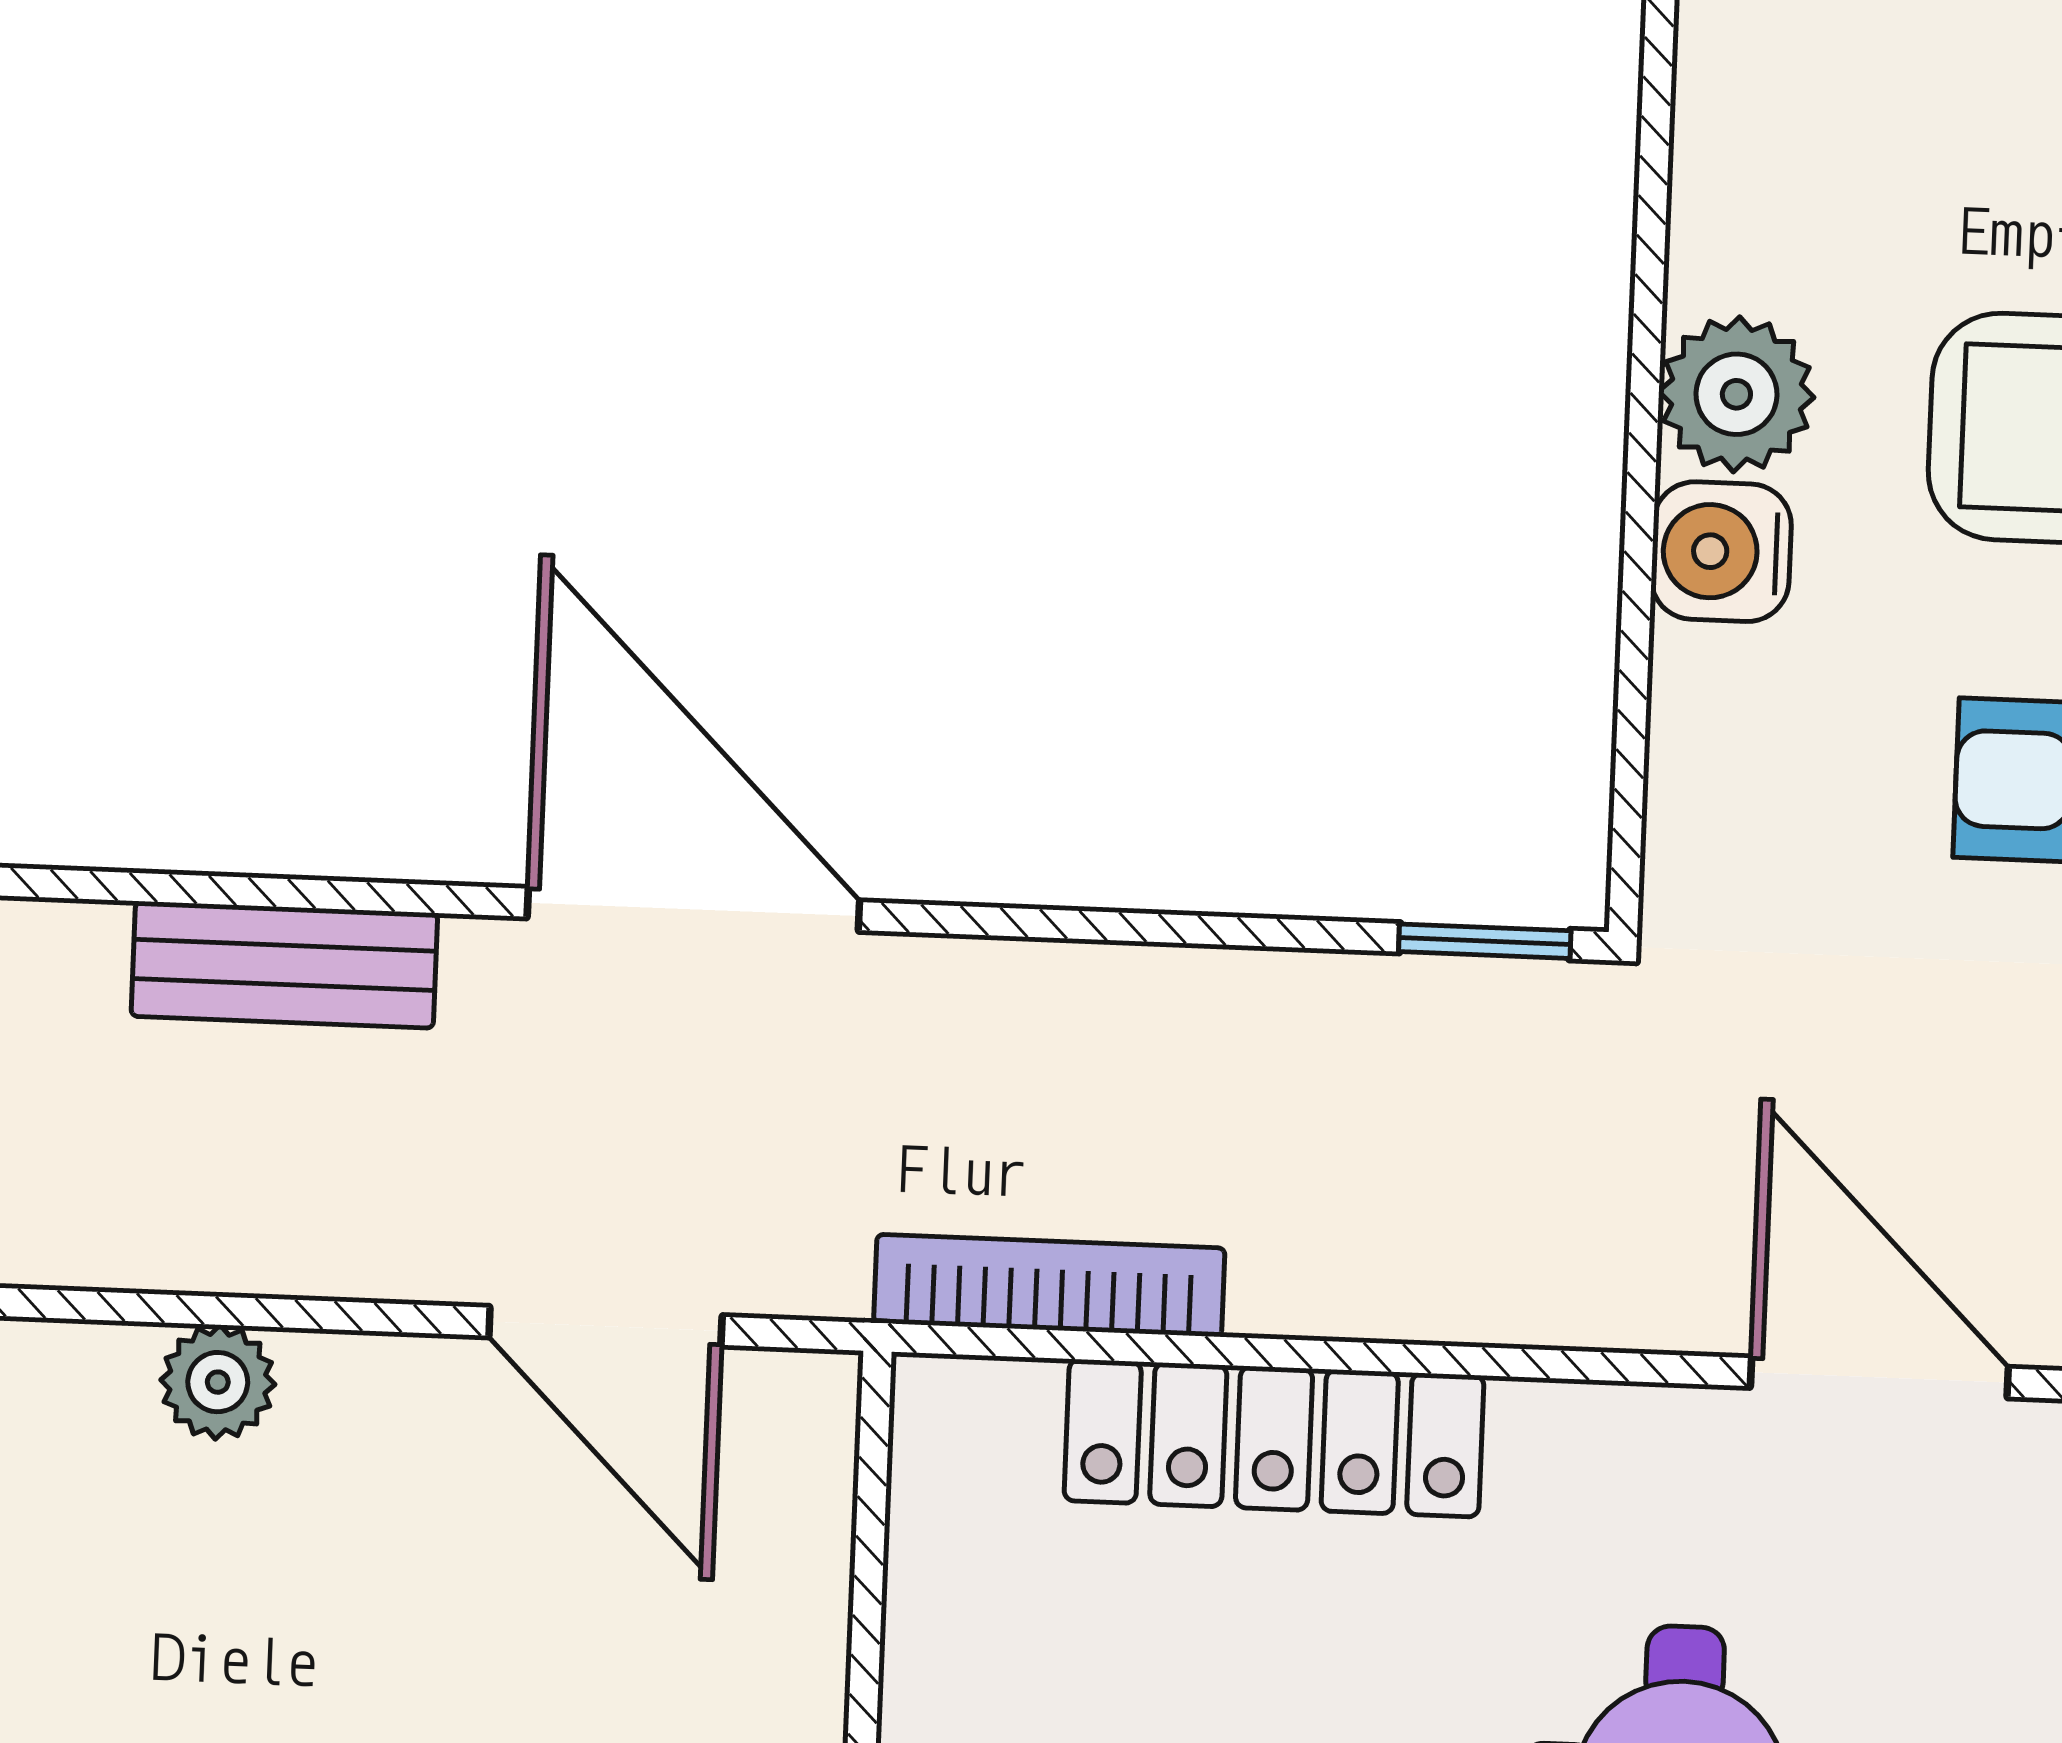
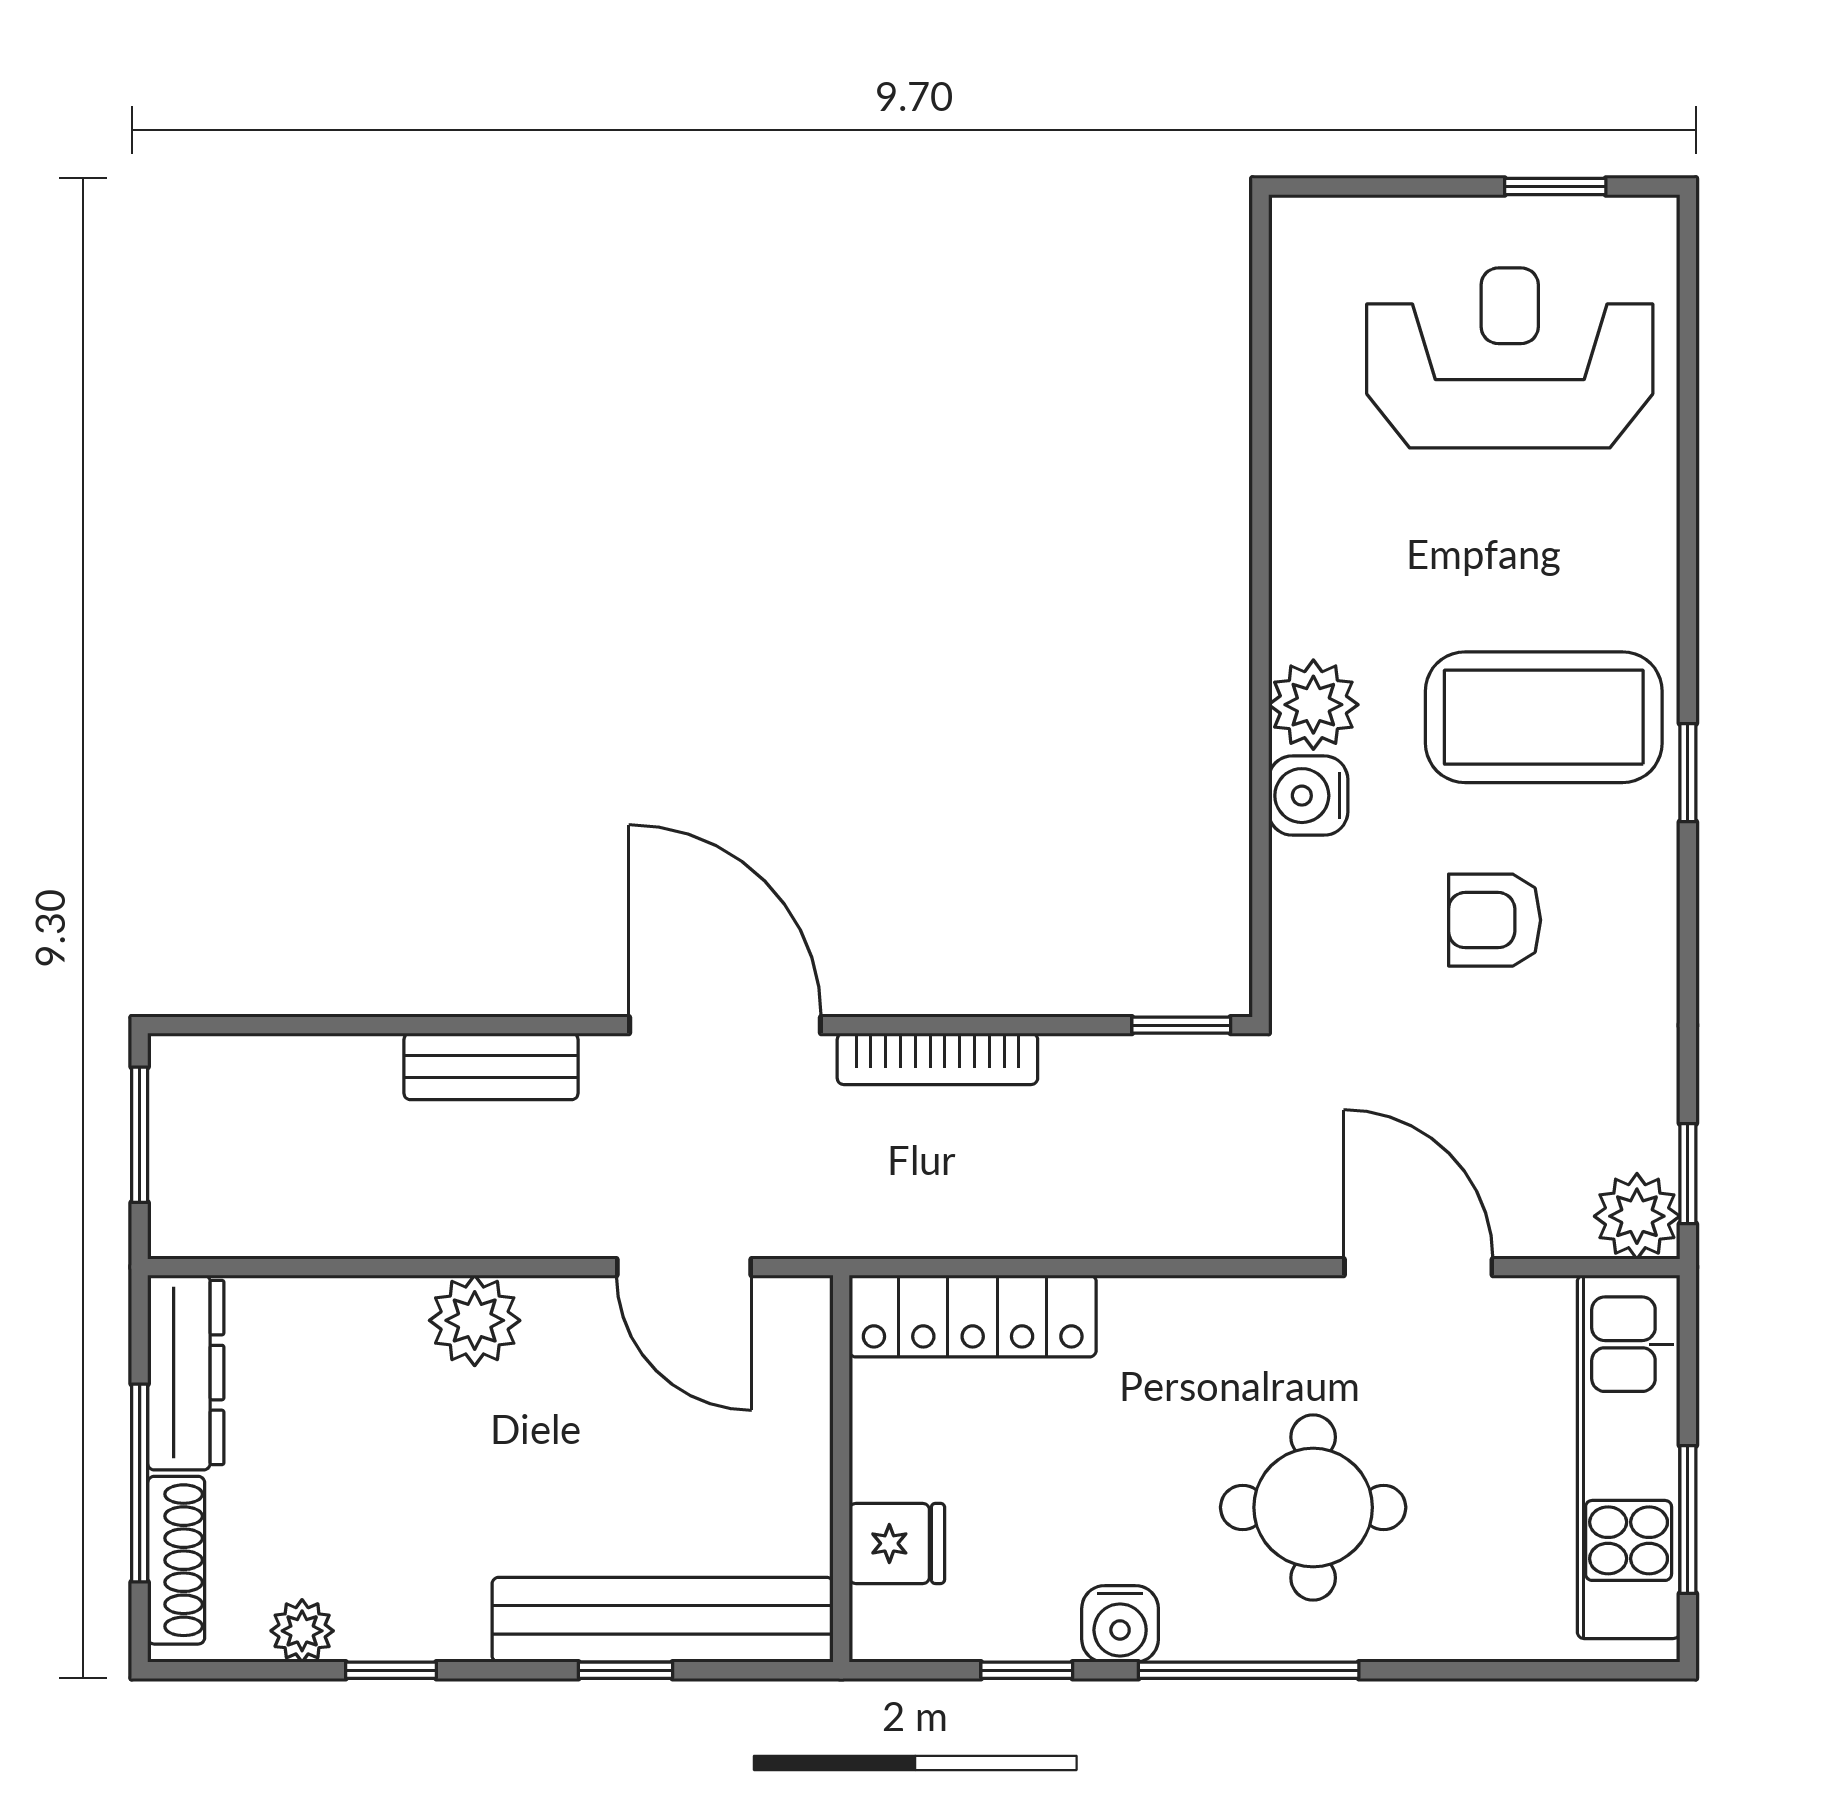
bookcase: (1049, 1285) -> (937, 1059), moved, turned 180
plant: (218, 1382) -> (475, 1320), width x1.38, depth x1.38
locker: (1274, 1438) -> (973, 1316), moved

